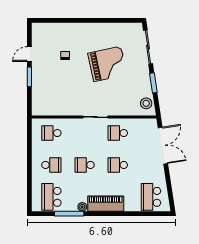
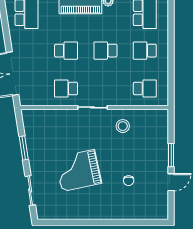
sliding door: (148, 47) -> (30, 191), width x0.73
stool: (146, 103) -> (123, 126), moved
school desk: (118, 133) -> (66, 88), turned 180
school desk: (85, 165) -> (105, 51), turned 180

